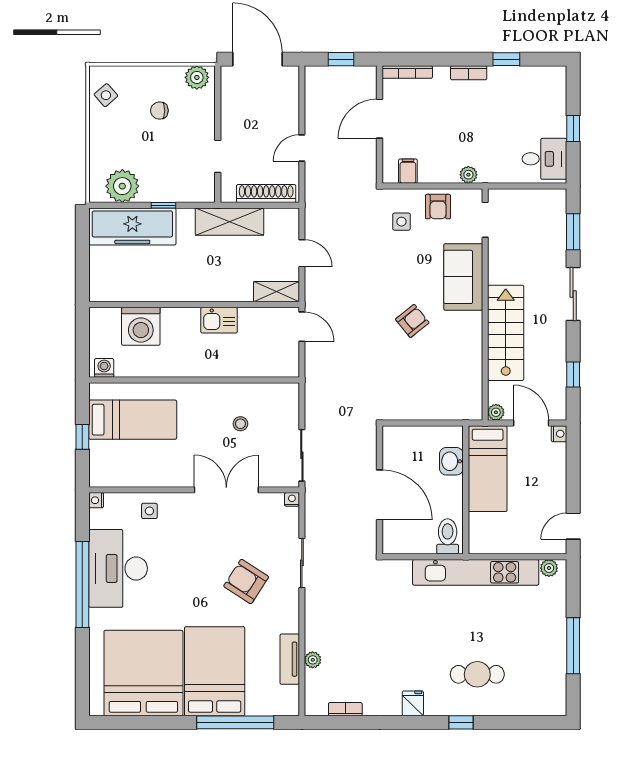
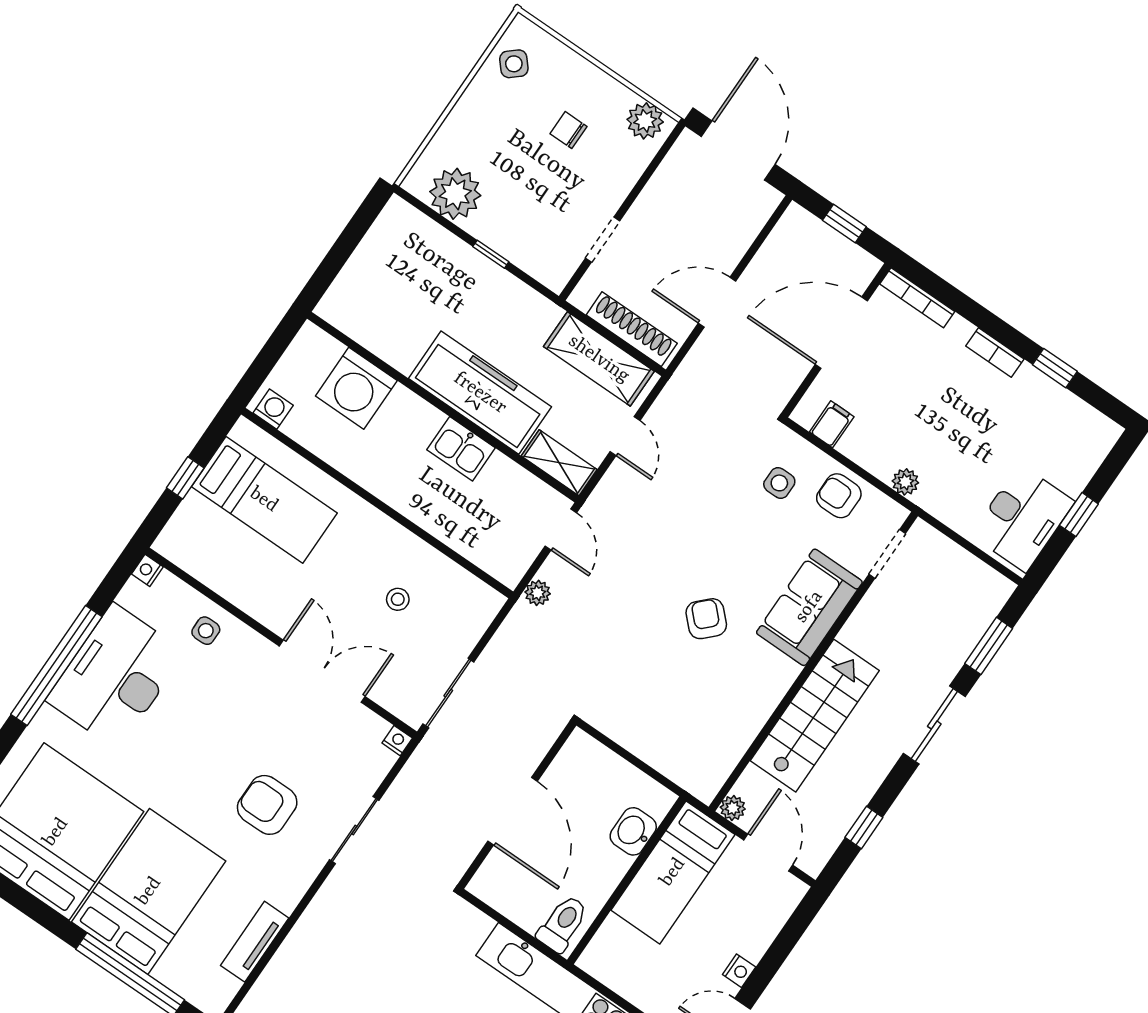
door: (379, 119) -> (841, 333), width x1.36
door: (302, 148) -> (717, 302), width x1.38
desk: (544, 159) -> (1023, 518), width x1.37
armchair: (438, 207) -> (839, 496), turned 90
shelving: (229, 222) -> (599, 359), moved
freezer: (132, 227) -> (480, 393), moved, turned 180
armchair: (412, 321) -> (706, 619), turned -96
nightstand: (559, 434) -> (739, 971), moved
armchair: (246, 582) -> (267, 805), turned -33
plant: (313, 660) -> (538, 593), moved

